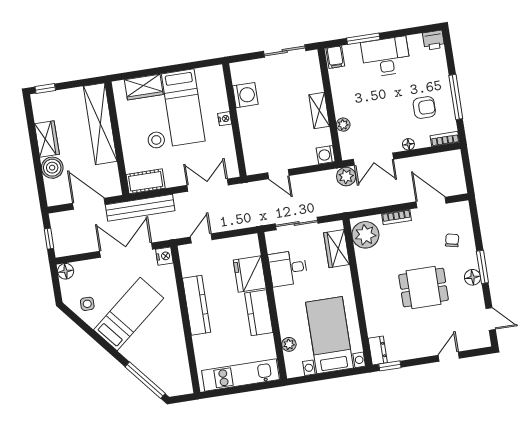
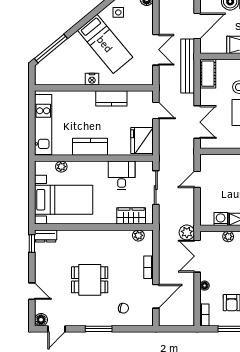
washing machine: (326, 155) -> (221, 219), moved
plant: (365, 235) -> (138, 235), width x0.53, depth x0.53
double door: (126, 250) -> (156, 50), width x0.73
nightstand: (164, 256) -> (92, 79), moved
fridge: (250, 274) -> (142, 141), moved, turned -90
floor lamp: (473, 277) -> (41, 320), moved
dining table: (424, 287) -> (90, 280), turned 90
kitchen counter: (196, 305) -> (111, 98), width x0.67

